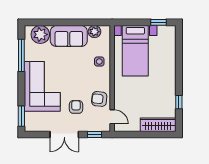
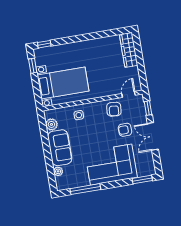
plant: (40, 34) -> (58, 171), width x0.53, depth x0.53
window: (179, 102) -> (44, 44), moved
double door: (64, 135) -> (153, 136), swing flipped

